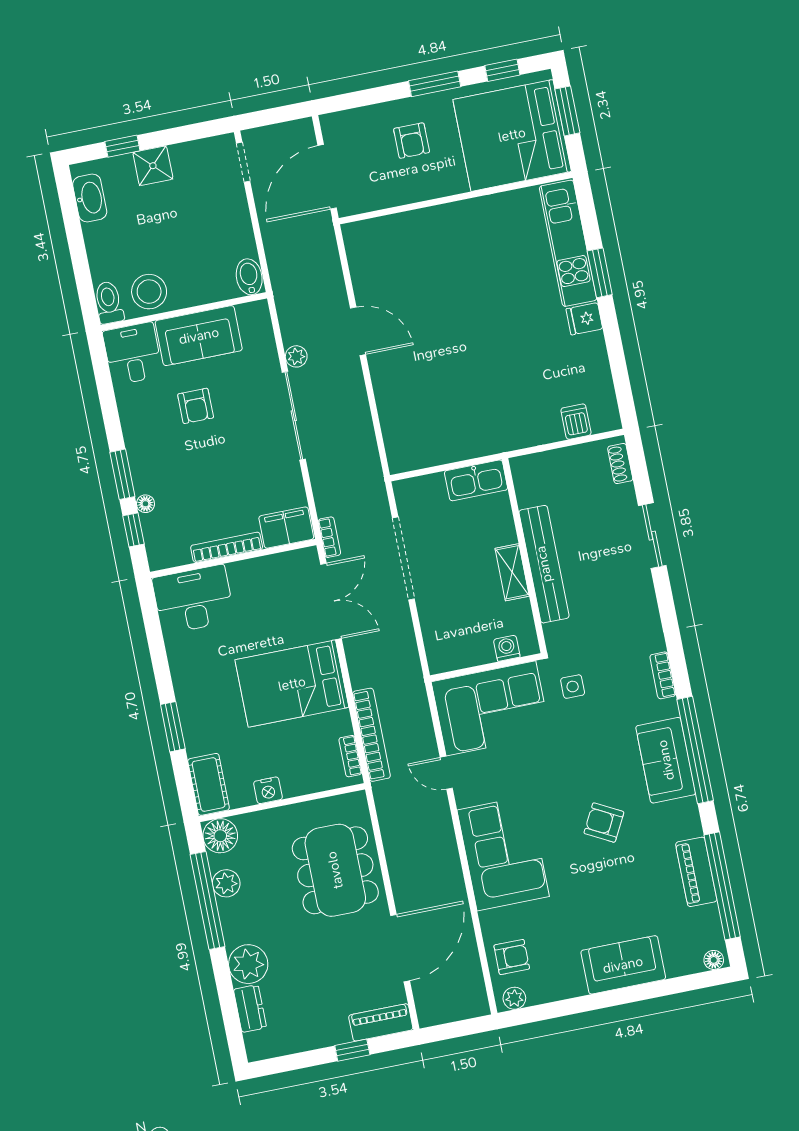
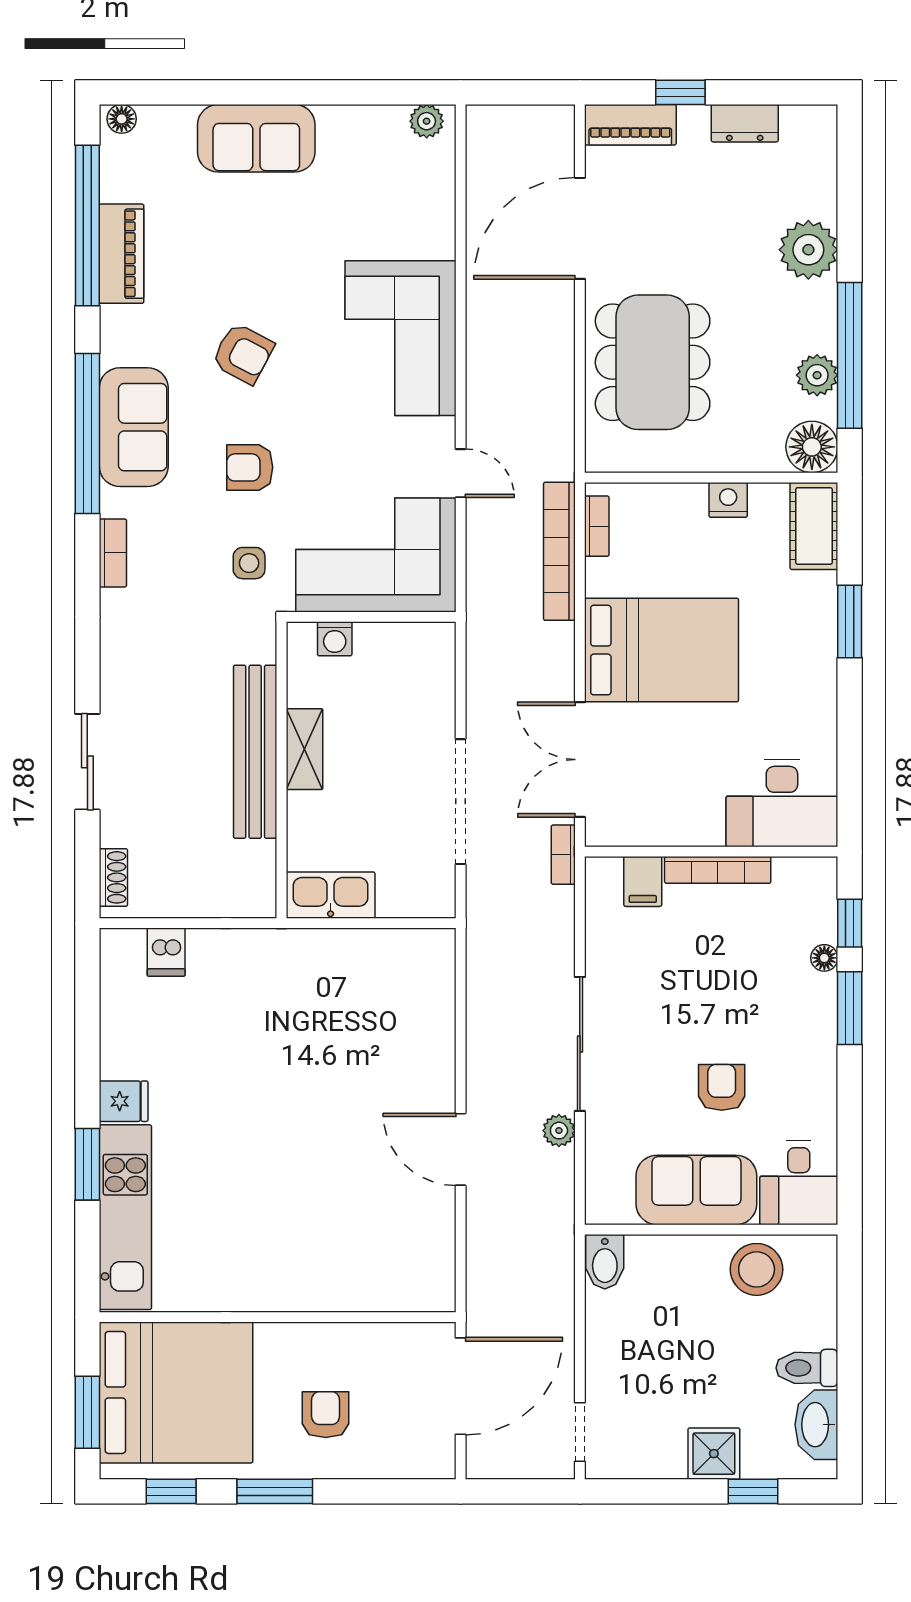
toilet: (109, 302) -> (807, 1368), moved, turned 90
filing cabinet: (286, 528) -> (643, 881), width x0.50
armchair: (512, 957) -> (250, 467), moved
dresser: (250, 1009) -> (745, 123), moved, turned -90

